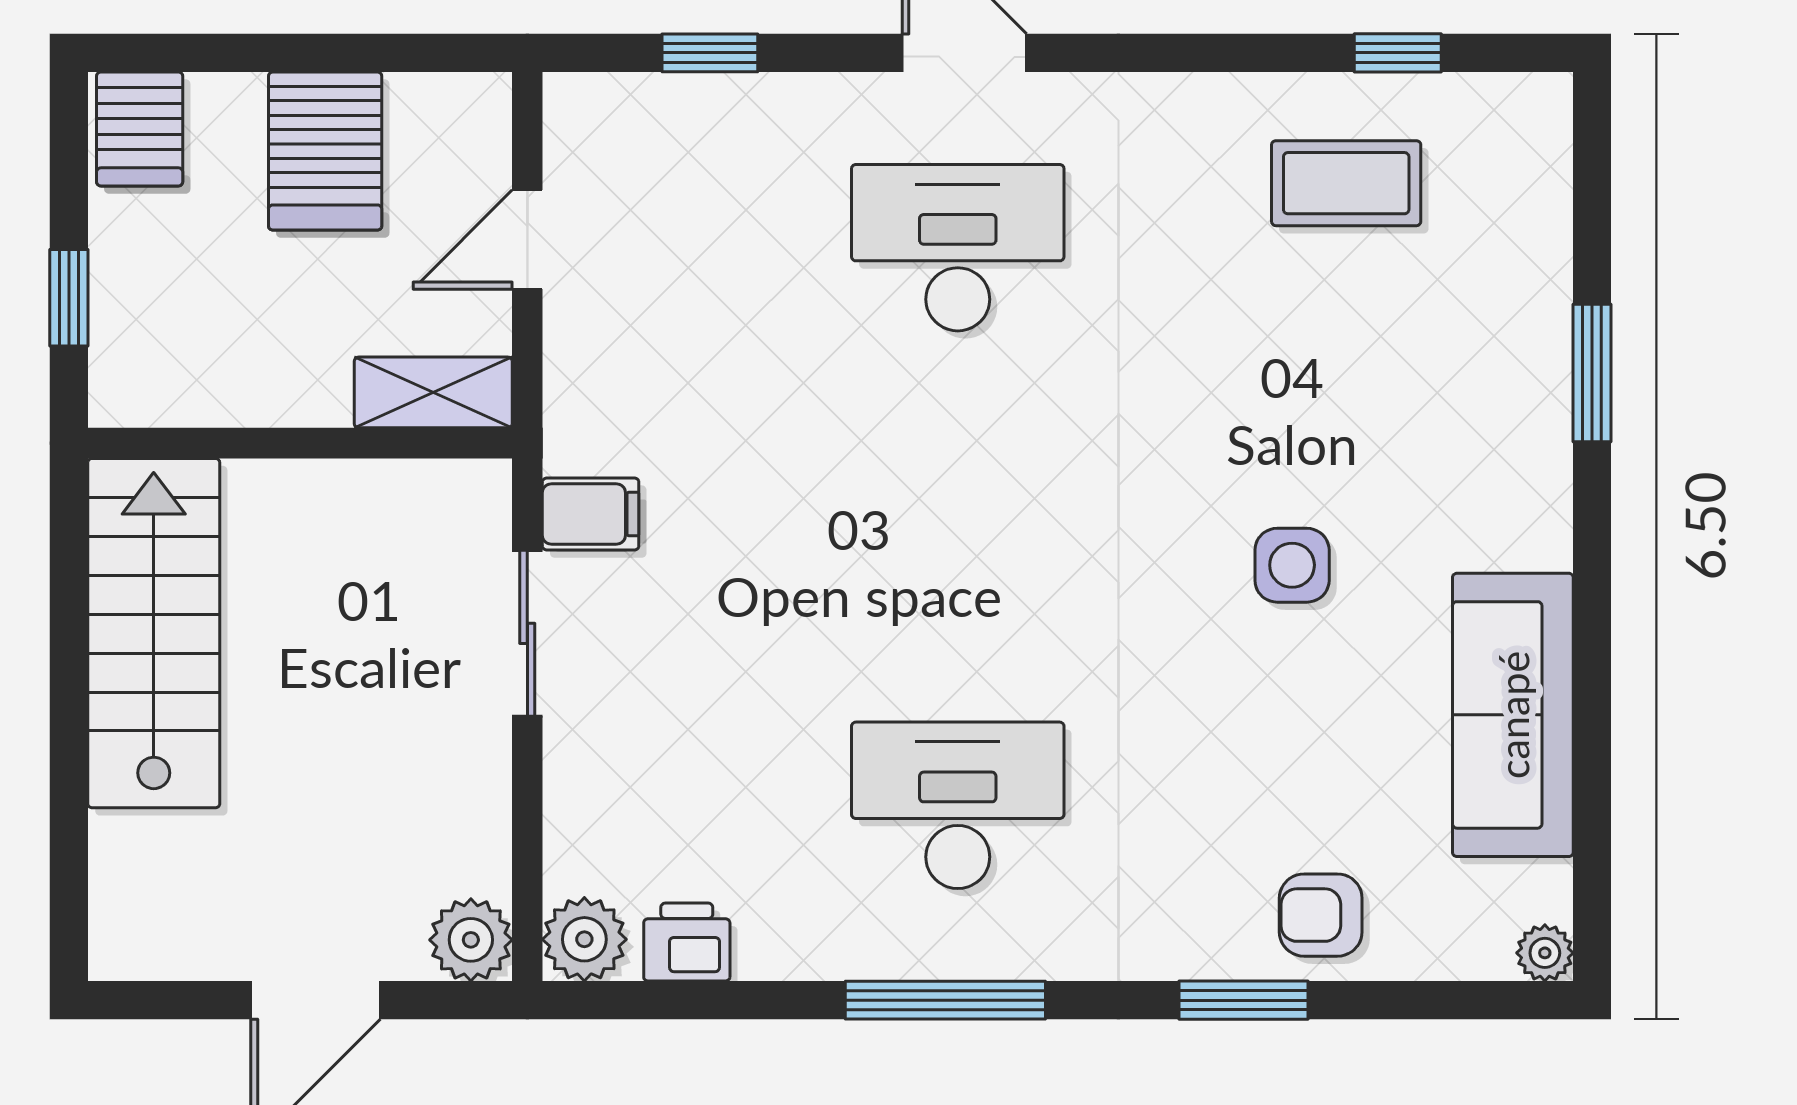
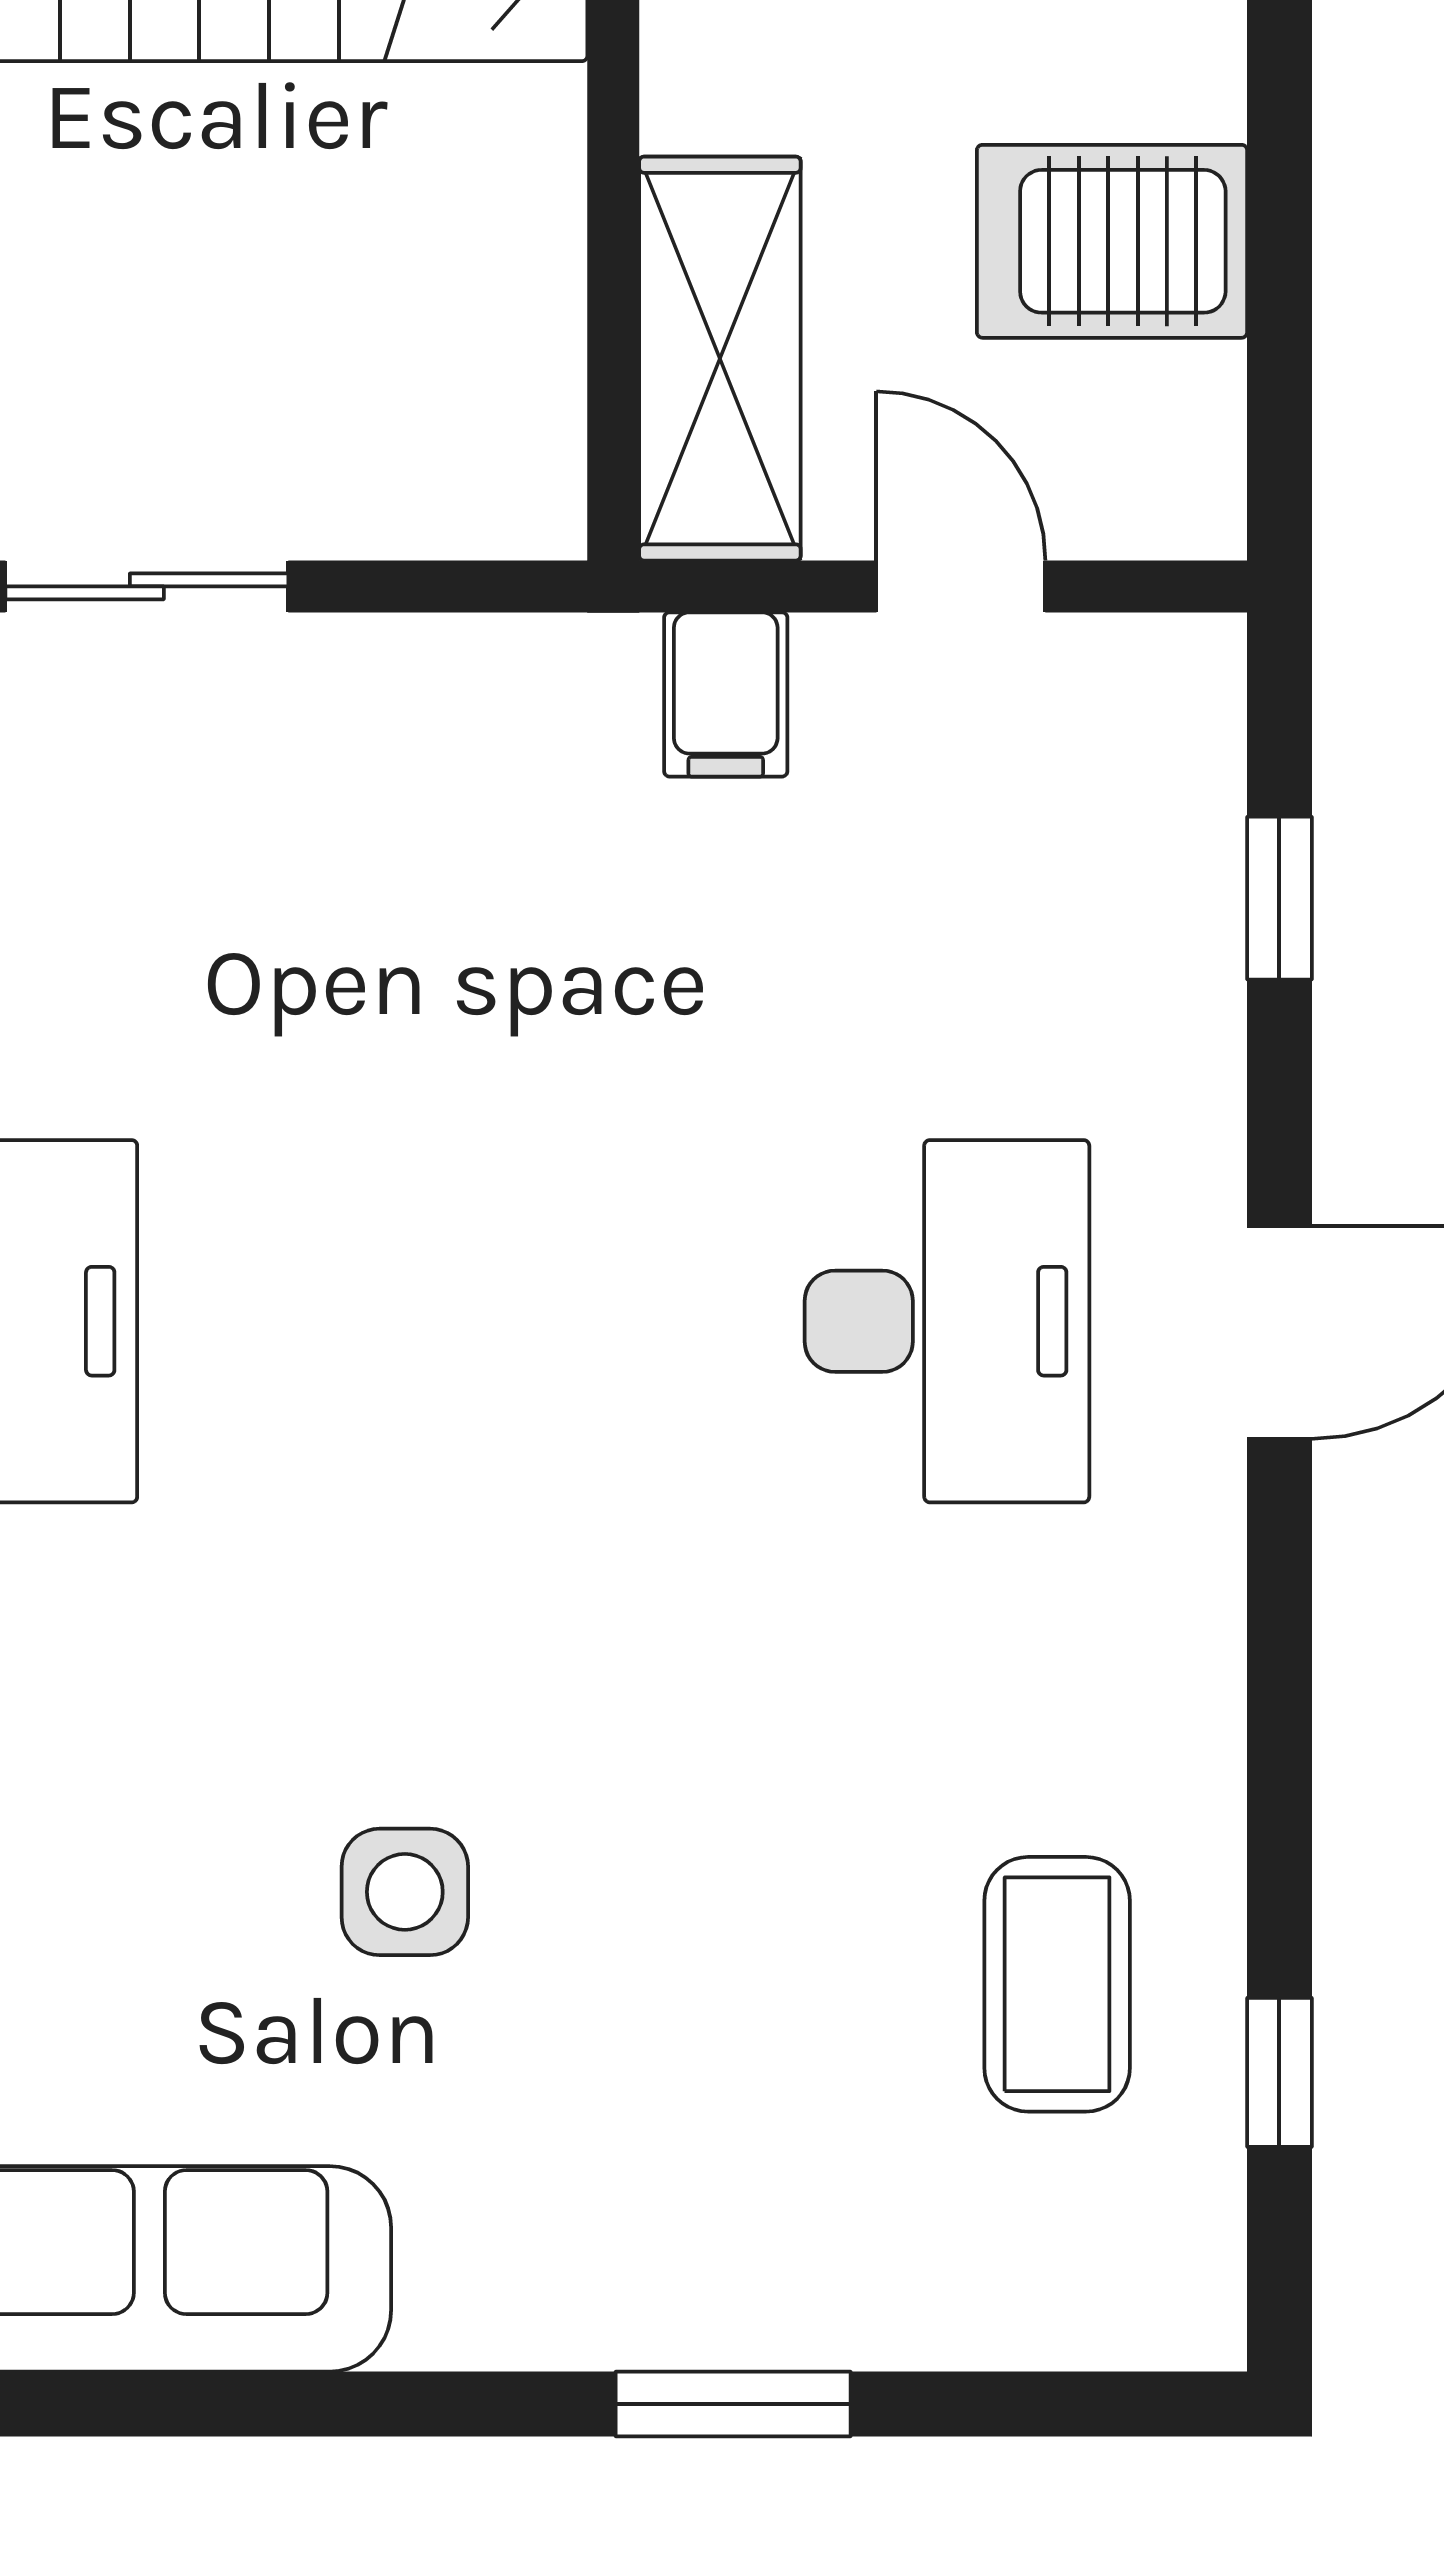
shelving: (433, 392) -> (720, 359), width x1.50, depth x1.33
filing cabinet: (591, 514) -> (726, 694), moved
sliding door: (527, 633) -> (147, 586), moved

